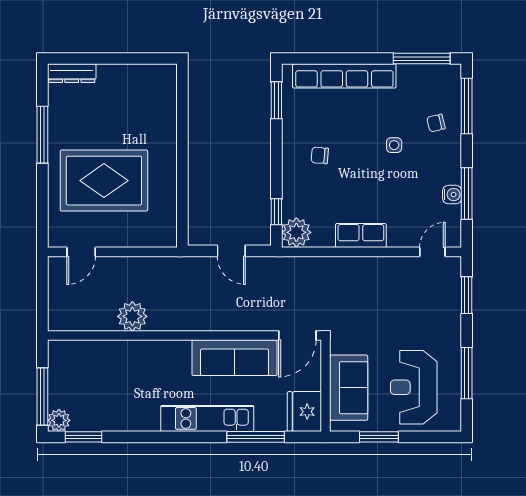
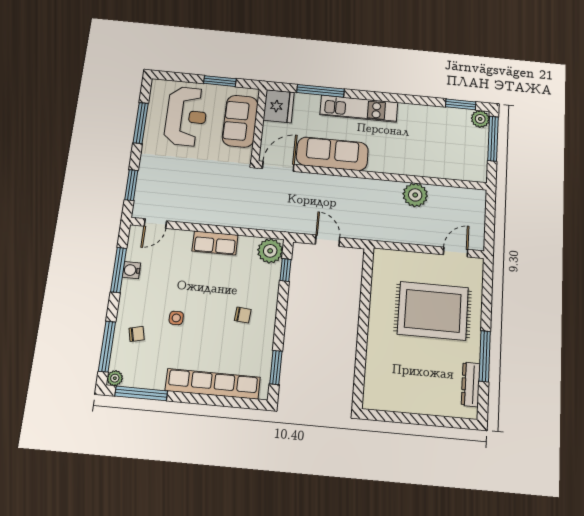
plant: (453, 72) -> (115, 378), added
dresser: (72, 73) -> (471, 384), moved, turned -90

